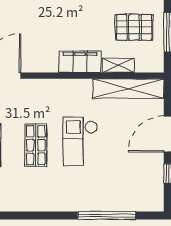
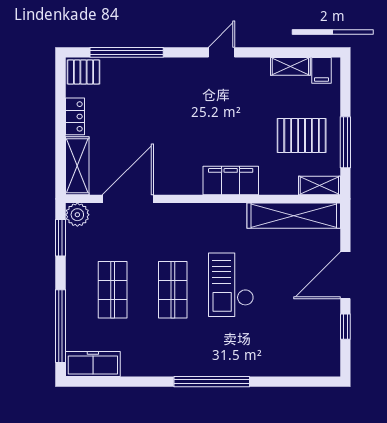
shelving: (118, 65) -> (319, 185), moved
window: (107, 215) -> (212, 382), moved

